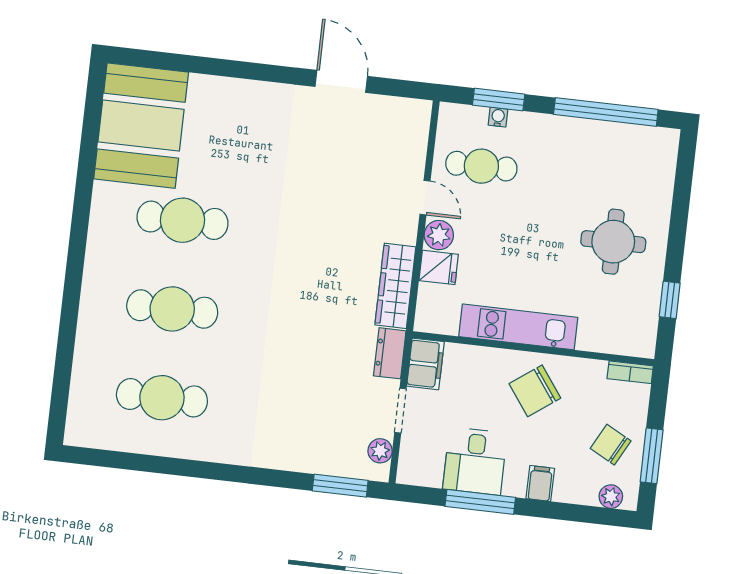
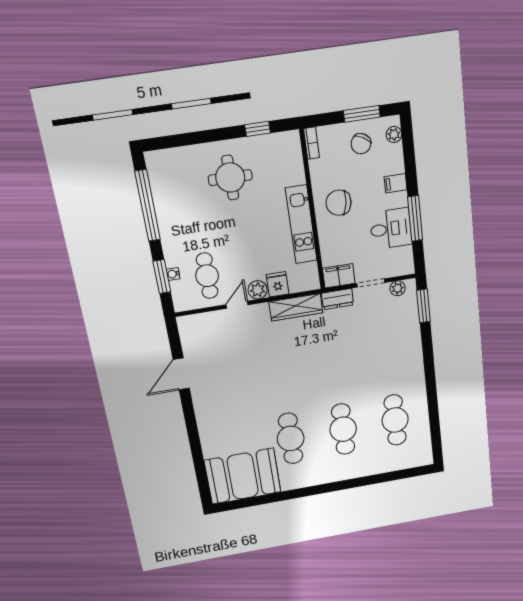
chair: (535, 391) -> (339, 203), turned 135

